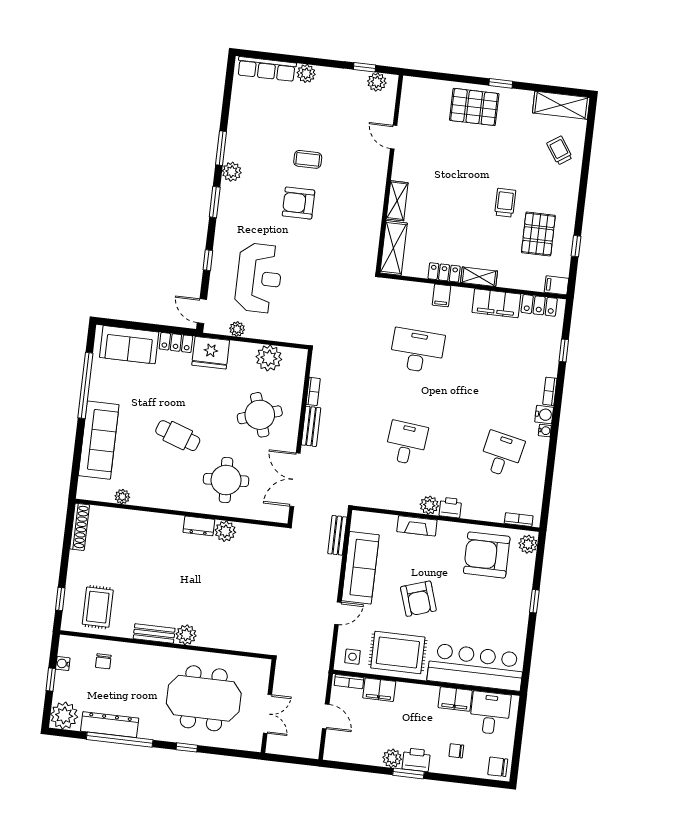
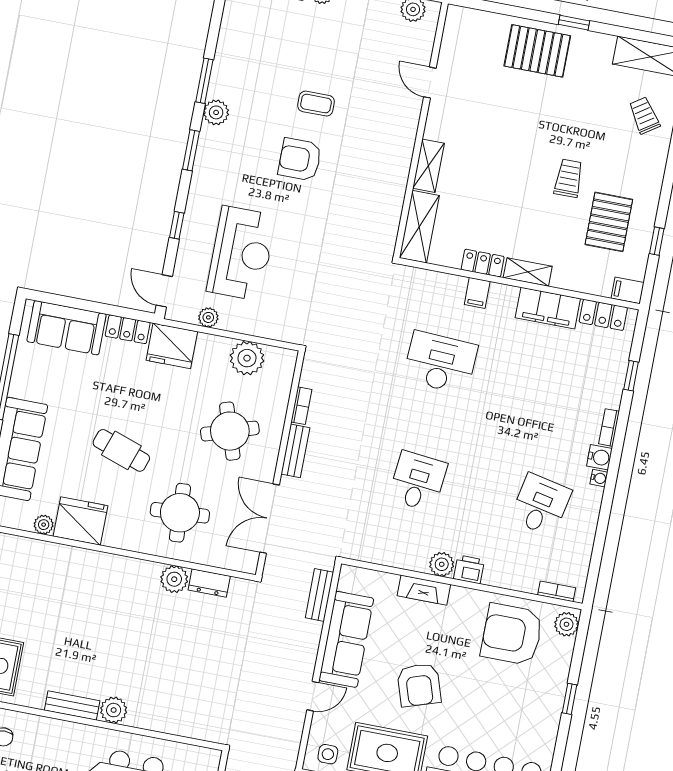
fridge: (150, 492) -> (80, 521), added
dresser: (199, 526) -> (209, 583), moved

